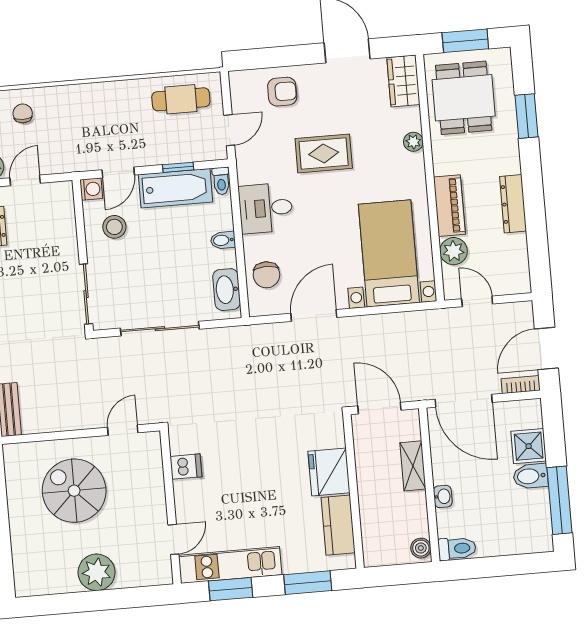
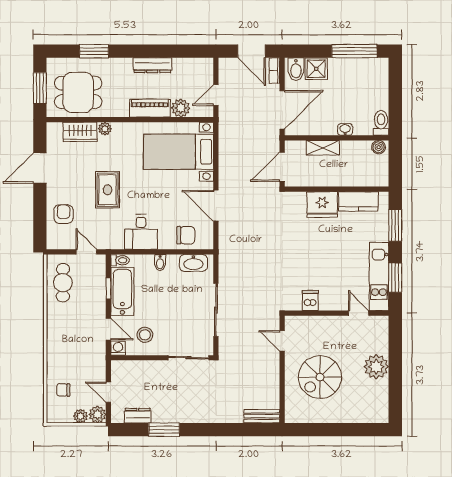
wardrobe: (403, 81) -> (80, 132), moved
bidet: (531, 476) -> (296, 69), moved

